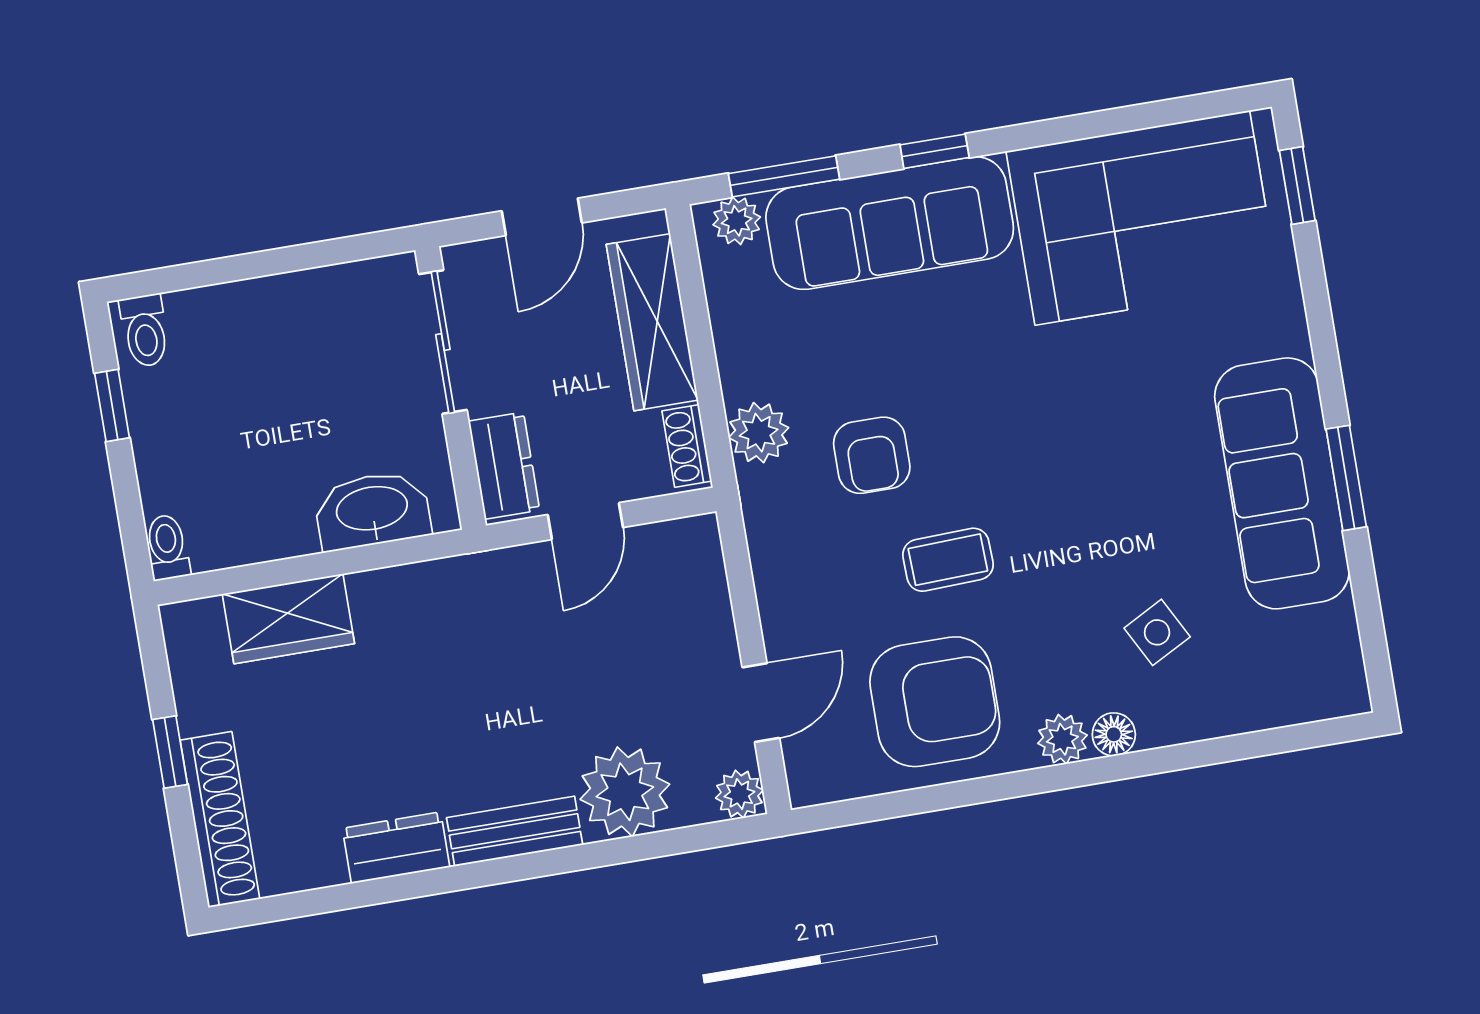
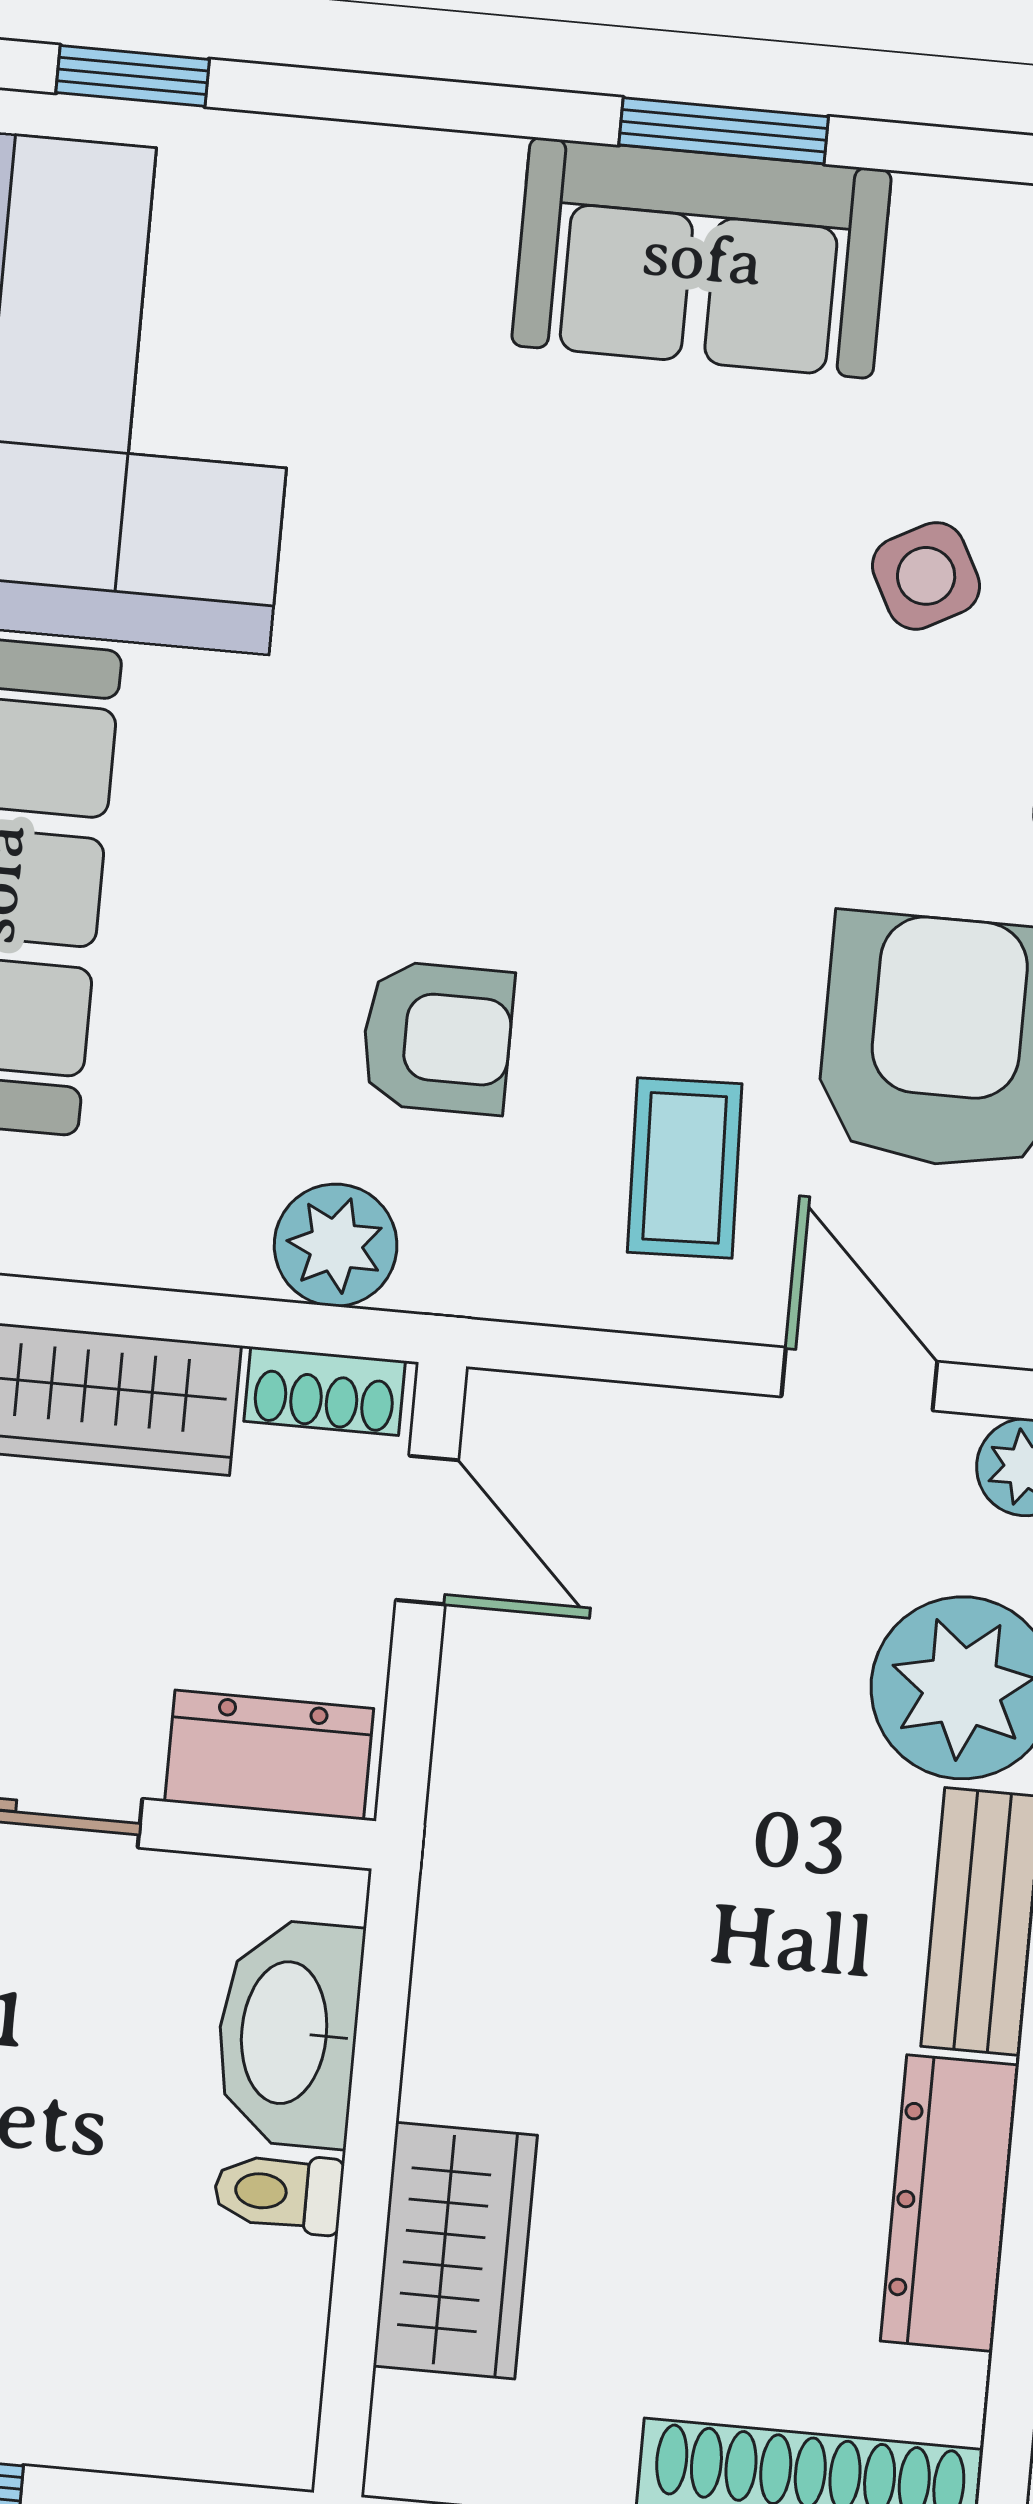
sofa: (1282, 483) -> (702, 258), width x0.73
door: (585, 521) -> (427, 1530), moved
toilet: (167, 547) -> (279, 2192), moved
coffee table: (948, 560) -> (685, 1168), moved
dresser: (396, 848) -> (950, 2203), width x1.44

